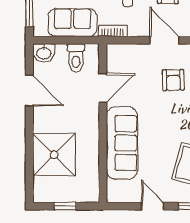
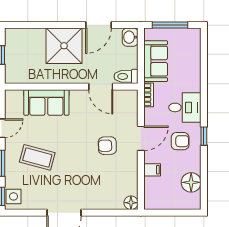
toilet: (76, 58) -> (126, 76), moved
sofa: (122, 143) -> (46, 102), width x0.73
shower: (54, 155) -> (64, 46), moved

